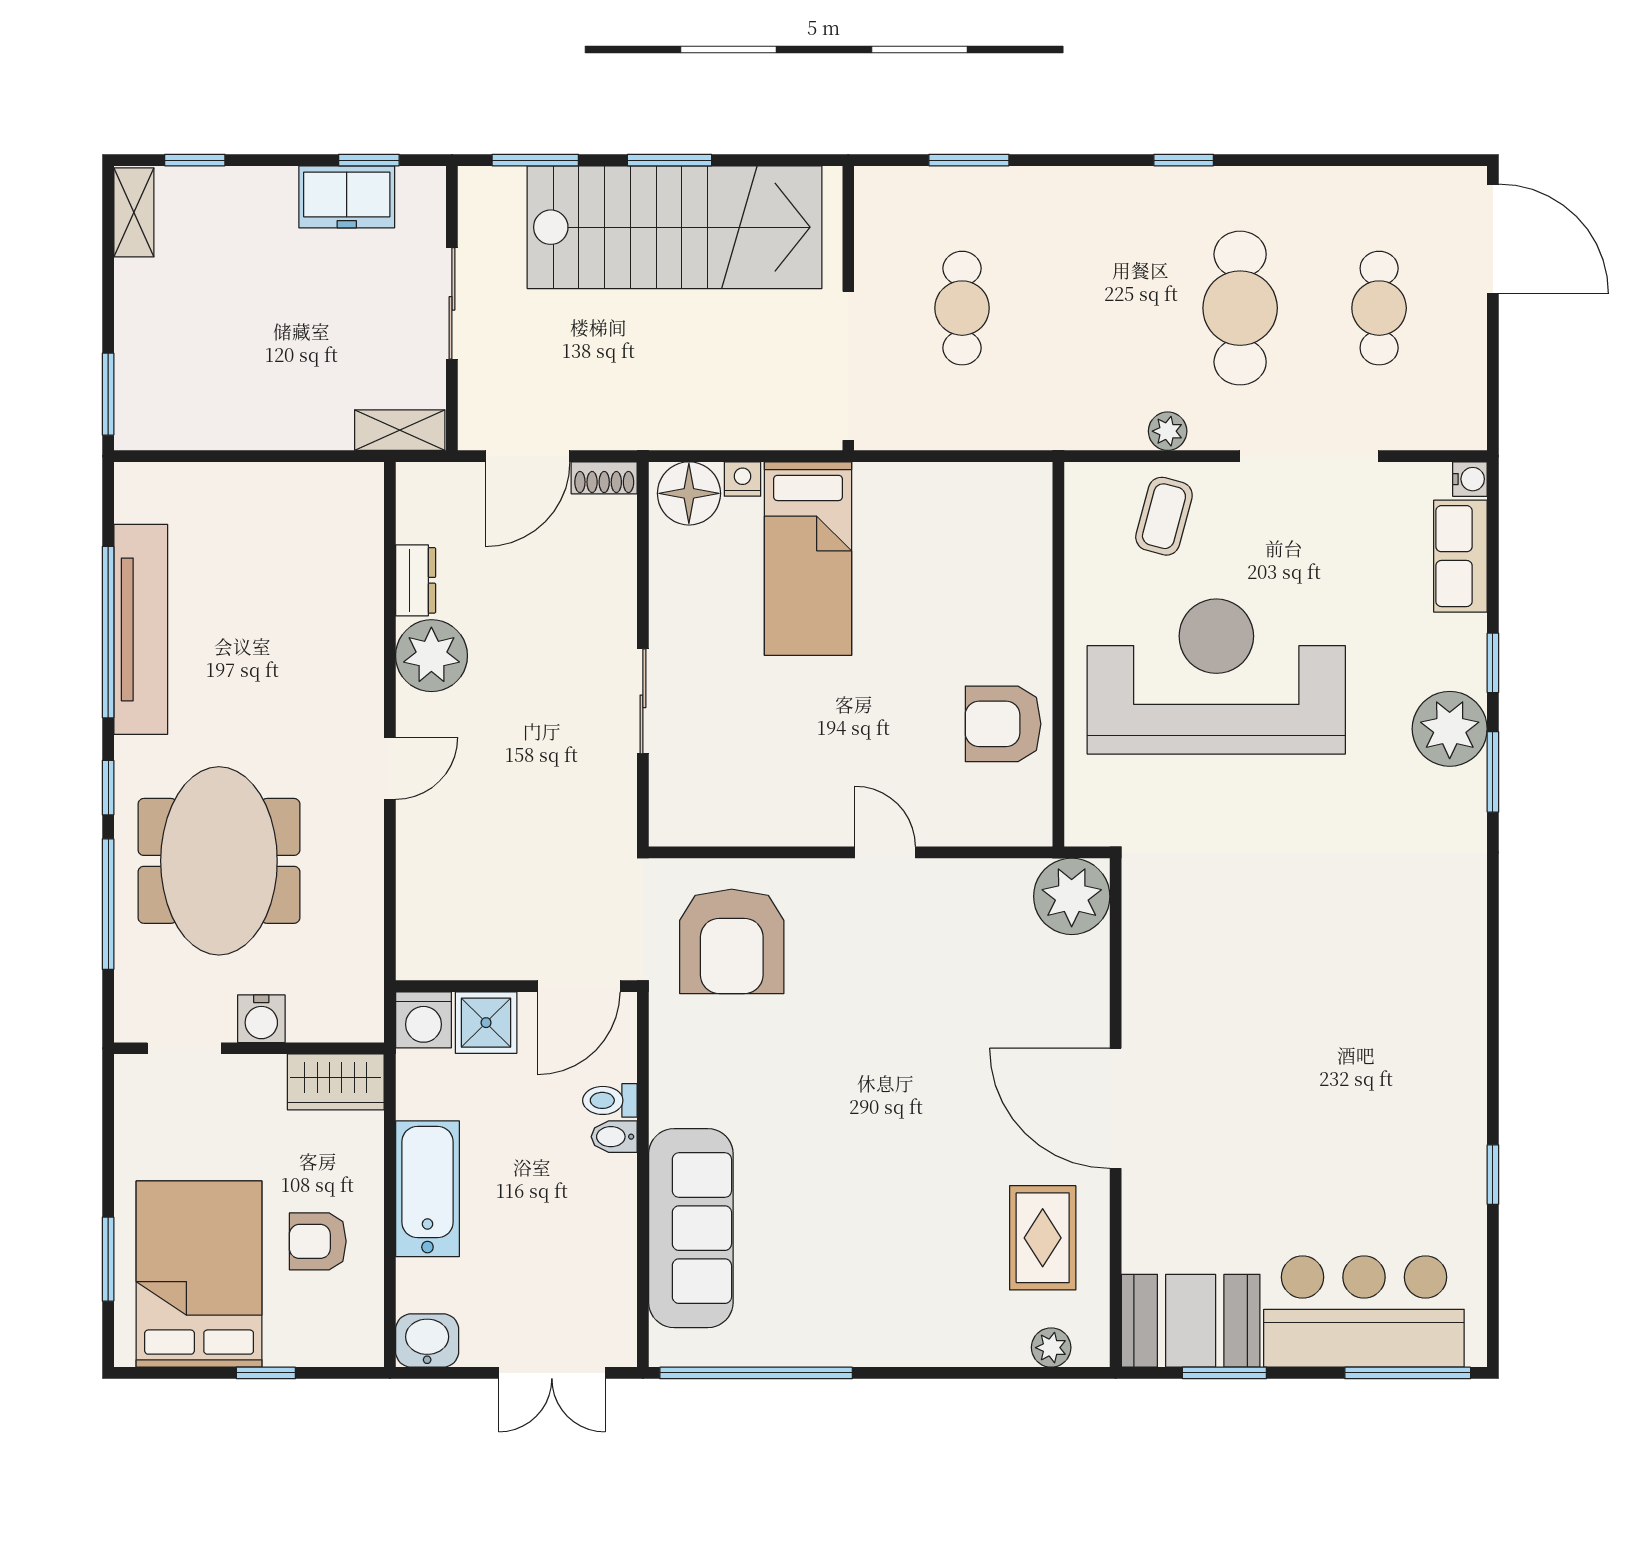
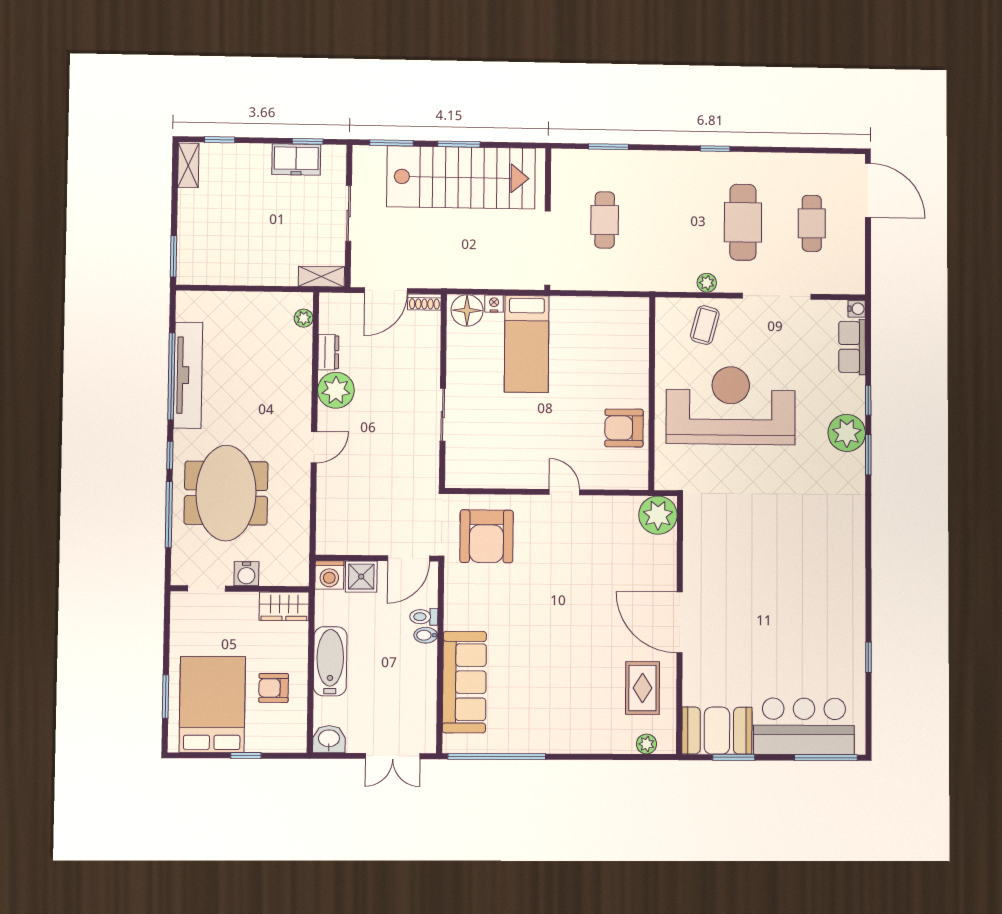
plant: (366, 513) -> (304, 318), added

